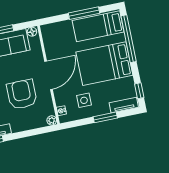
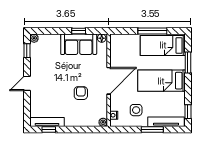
window: (129, 39) -> (188, 63), width x0.47
bed: (104, 64) -> (161, 81), width x0.67
armchair: (22, 94) -> (81, 93), width x0.53, depth x0.53
tv unit: (124, 105) -> (166, 122), width x1.41

